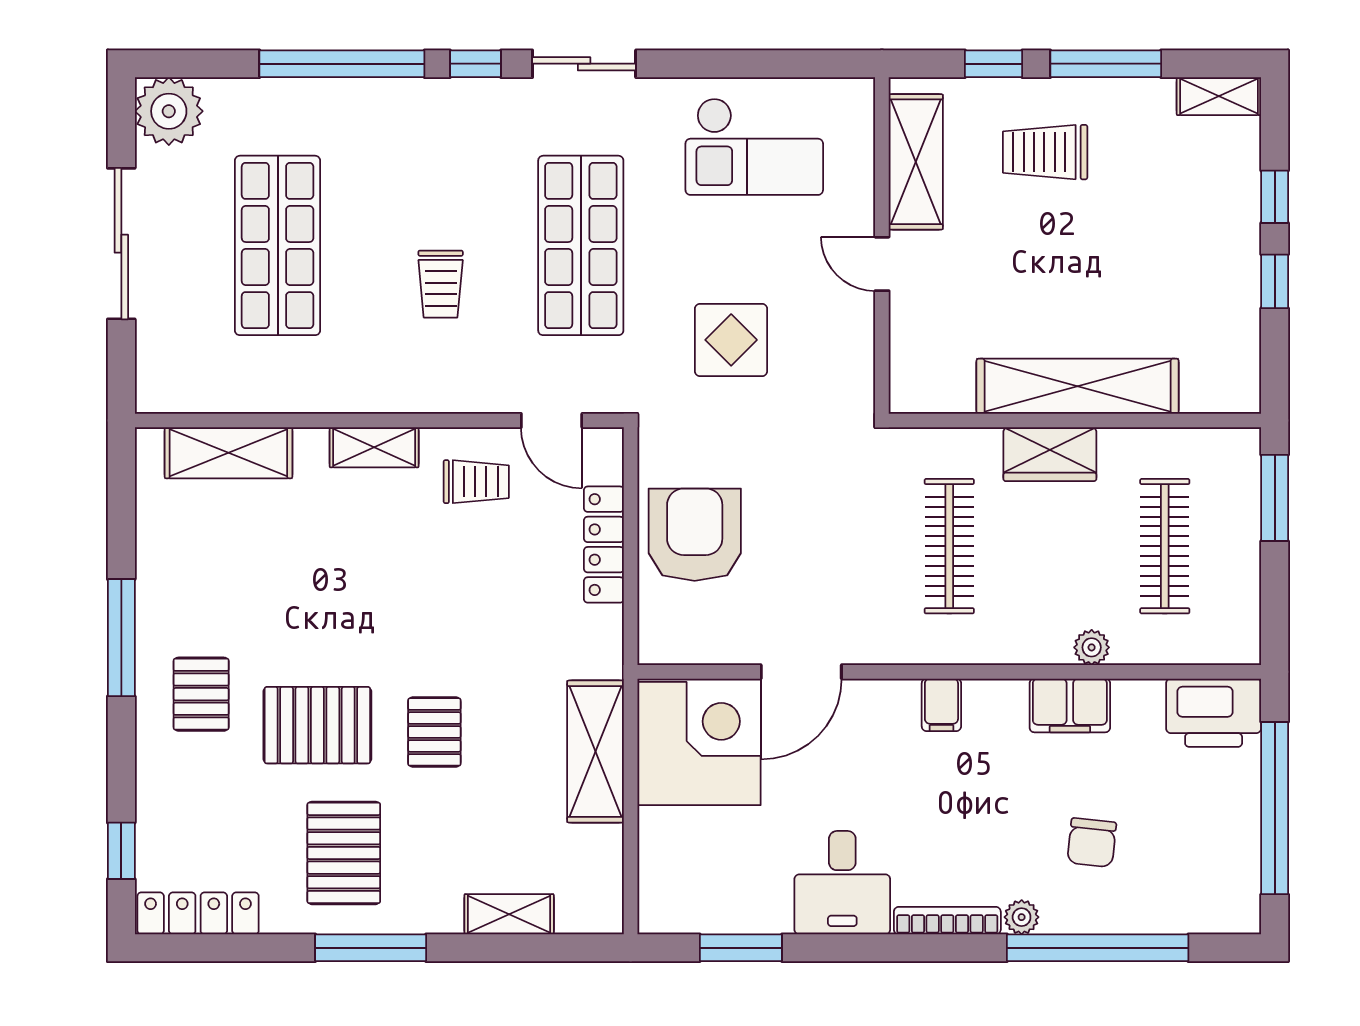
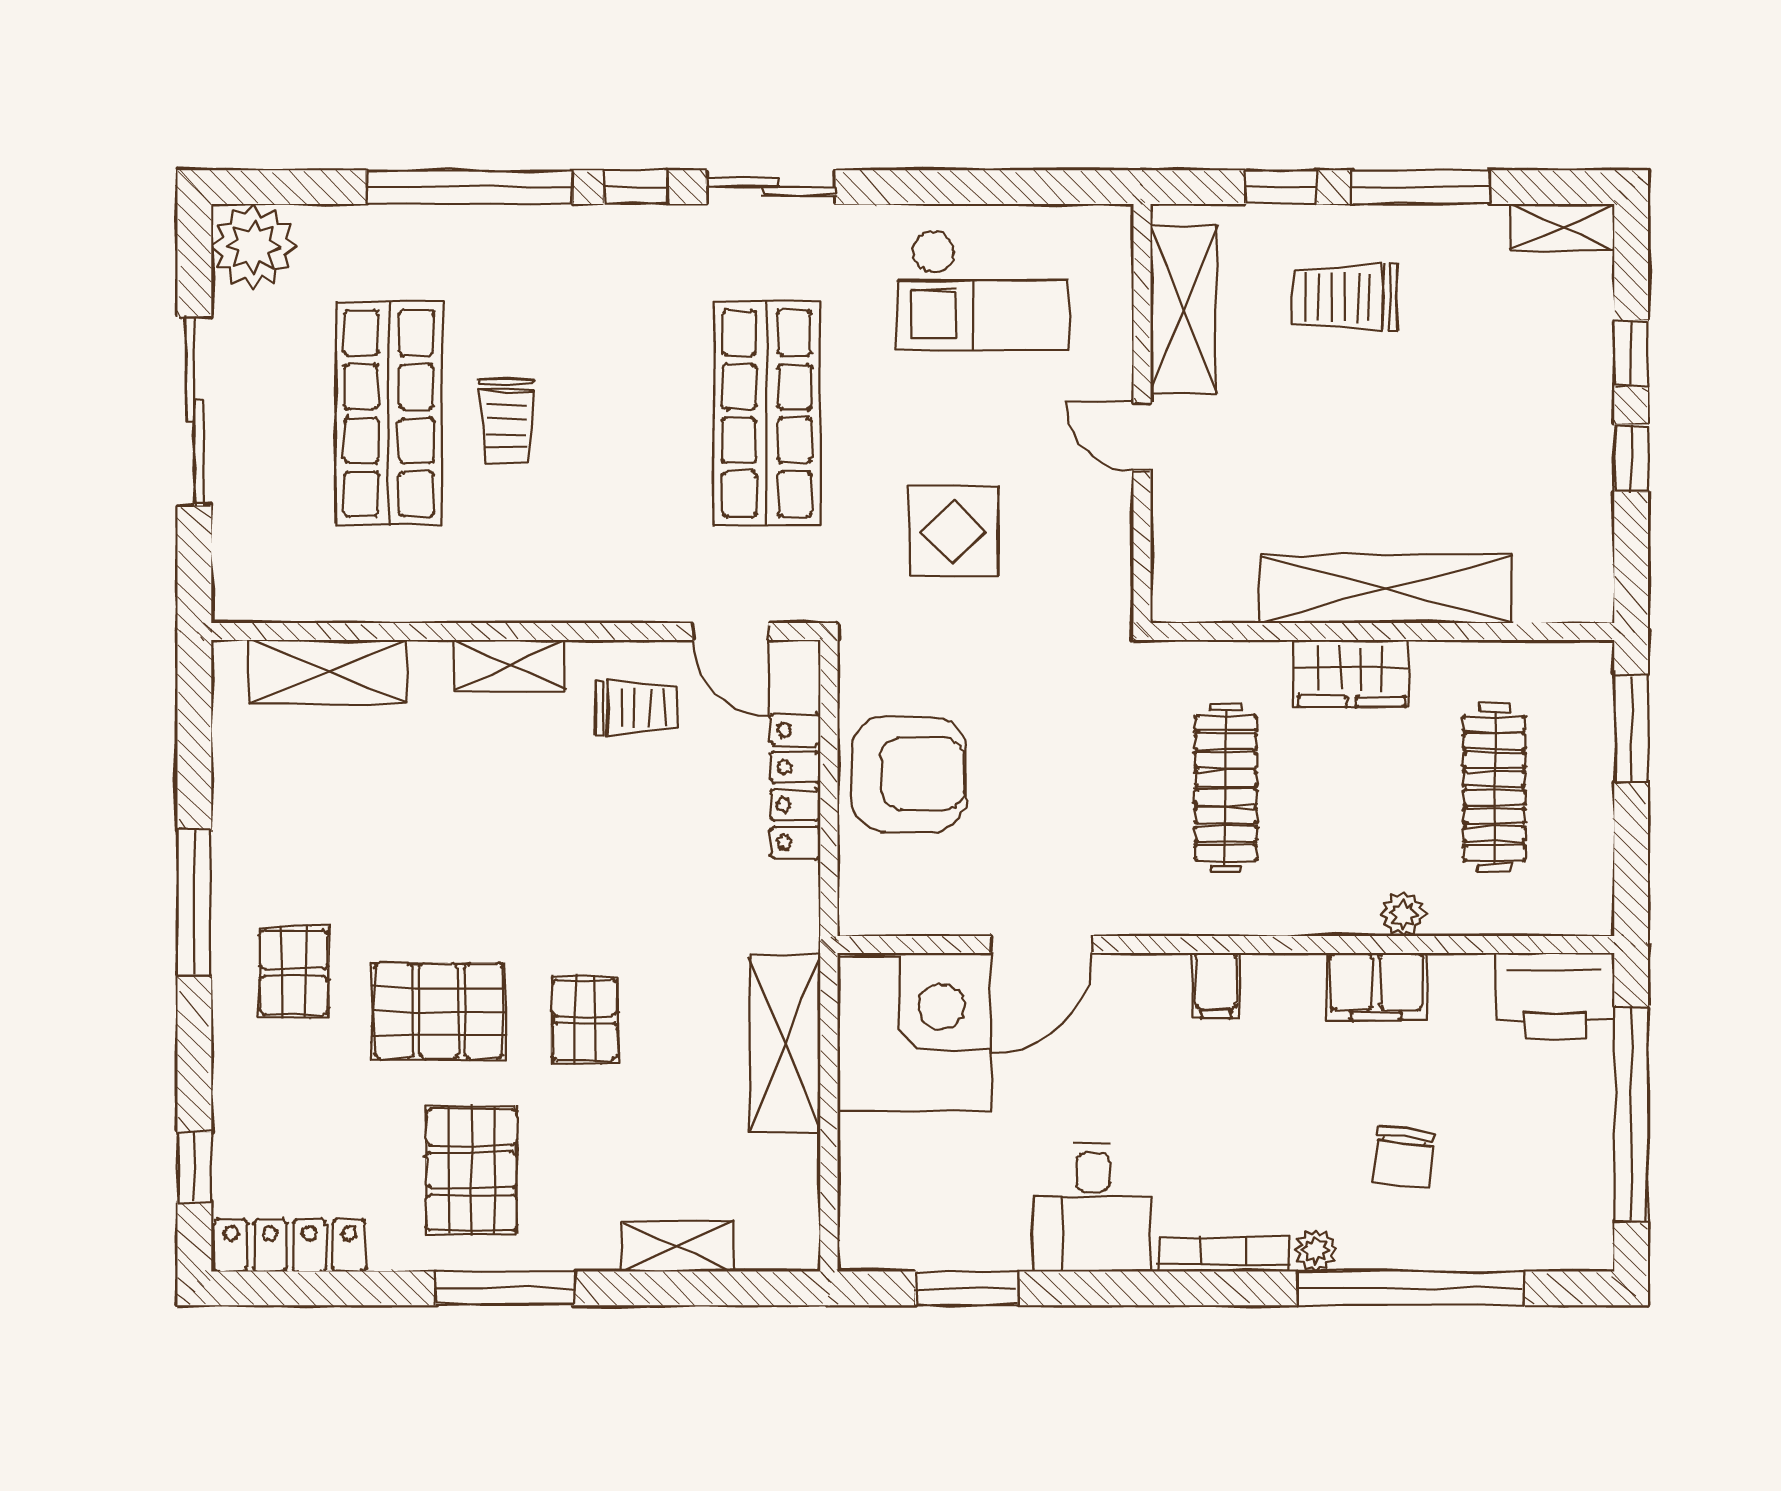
trolley: (441, 284) -> (506, 421), moved
armchair: (695, 535) -> (909, 774), turned 90

